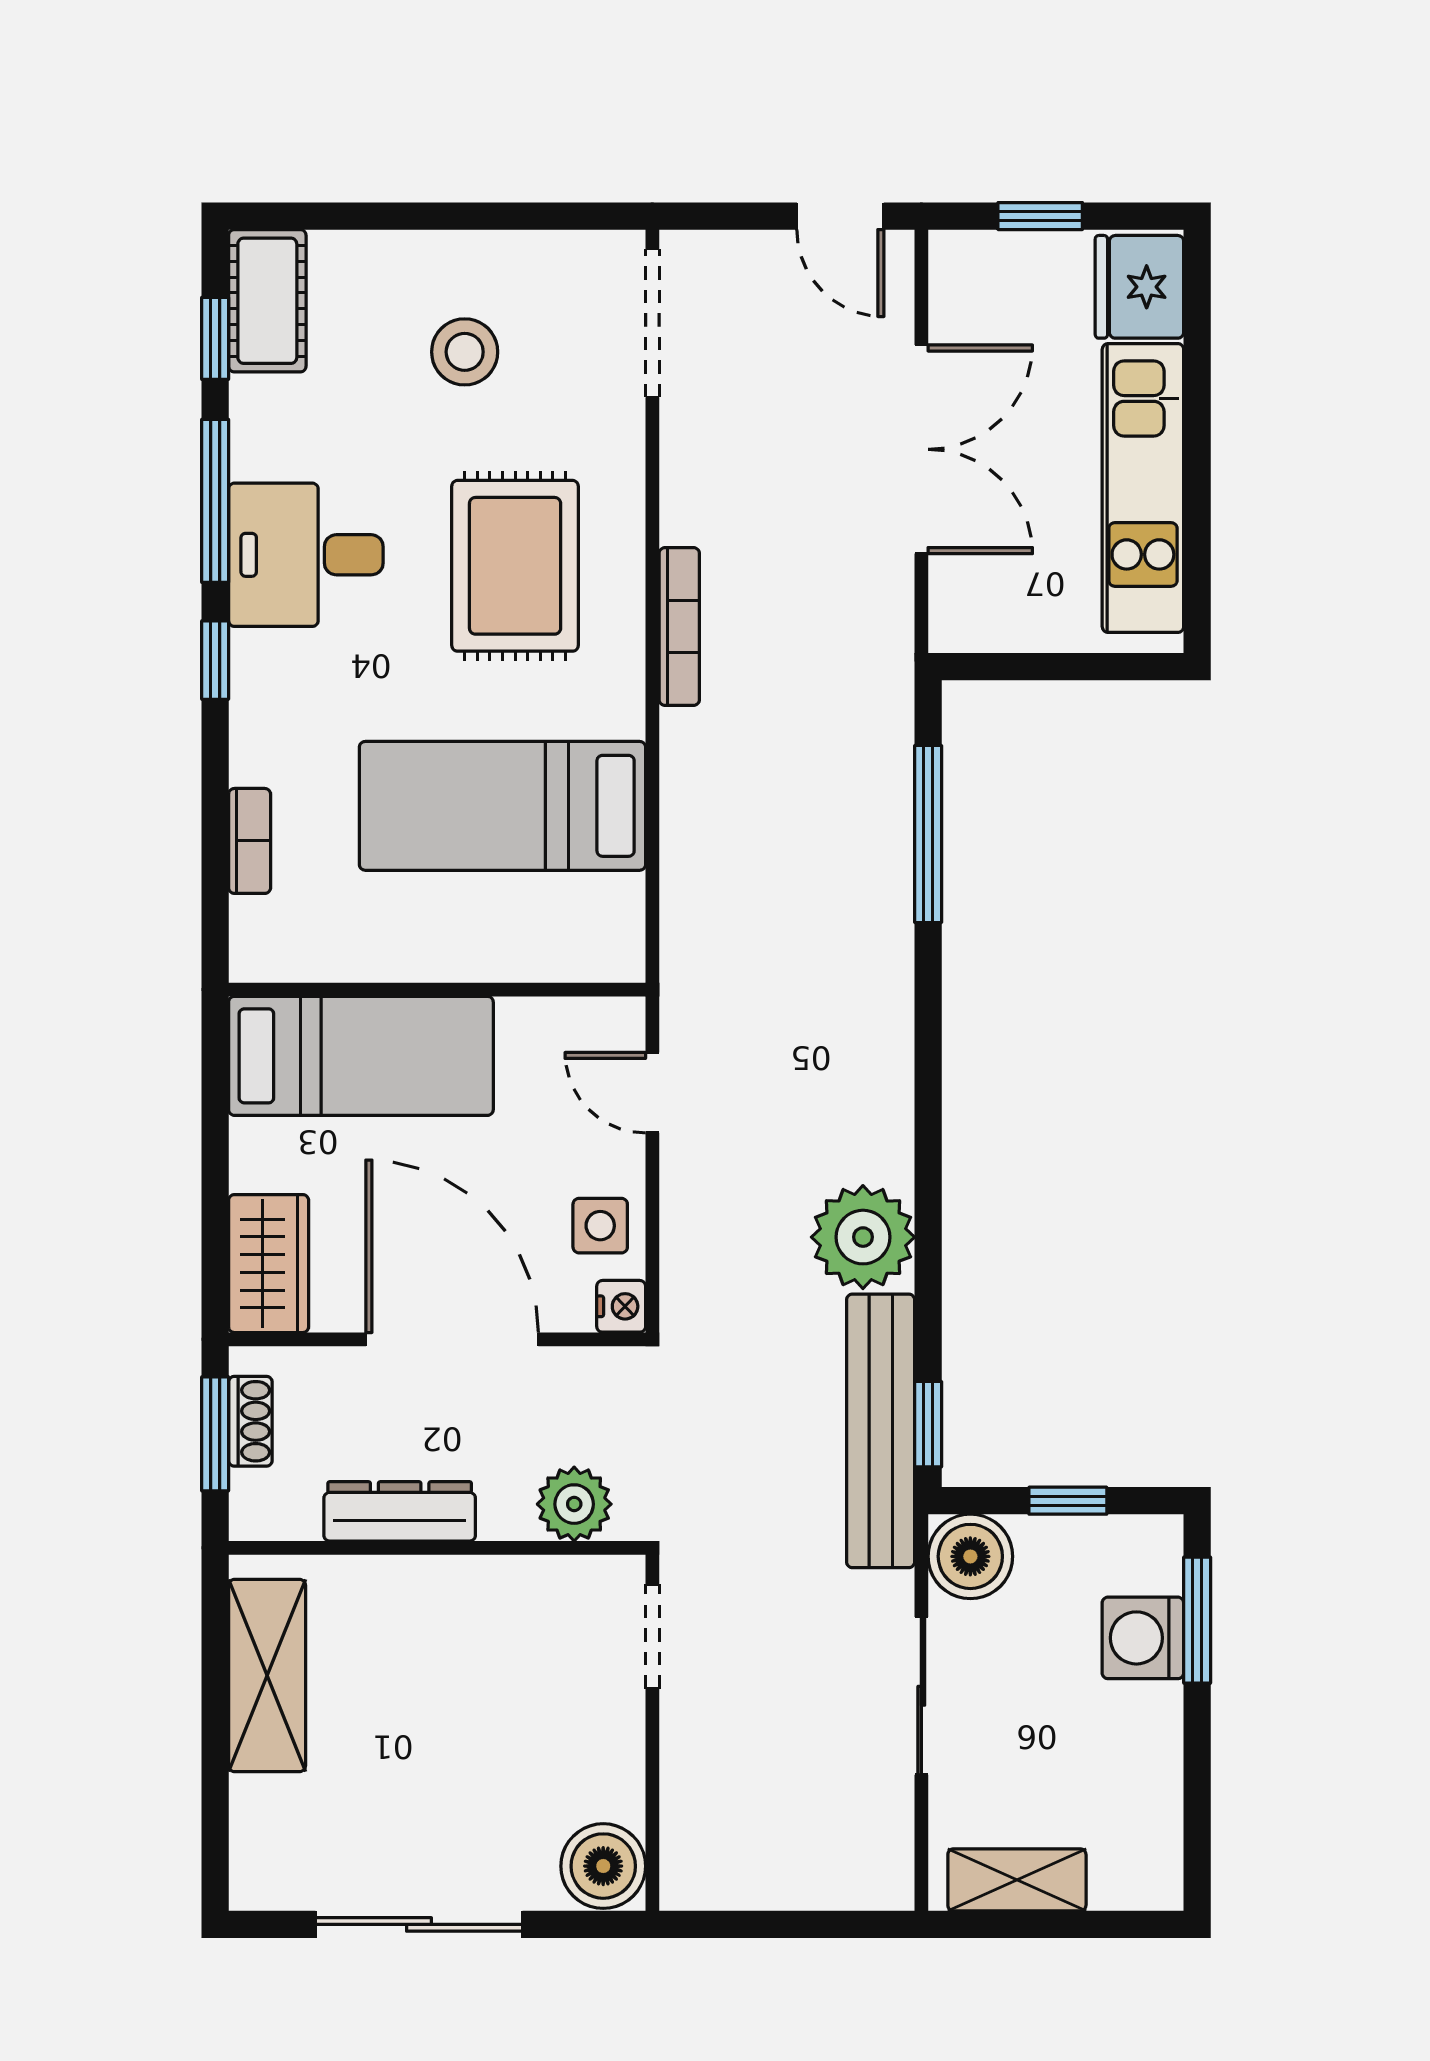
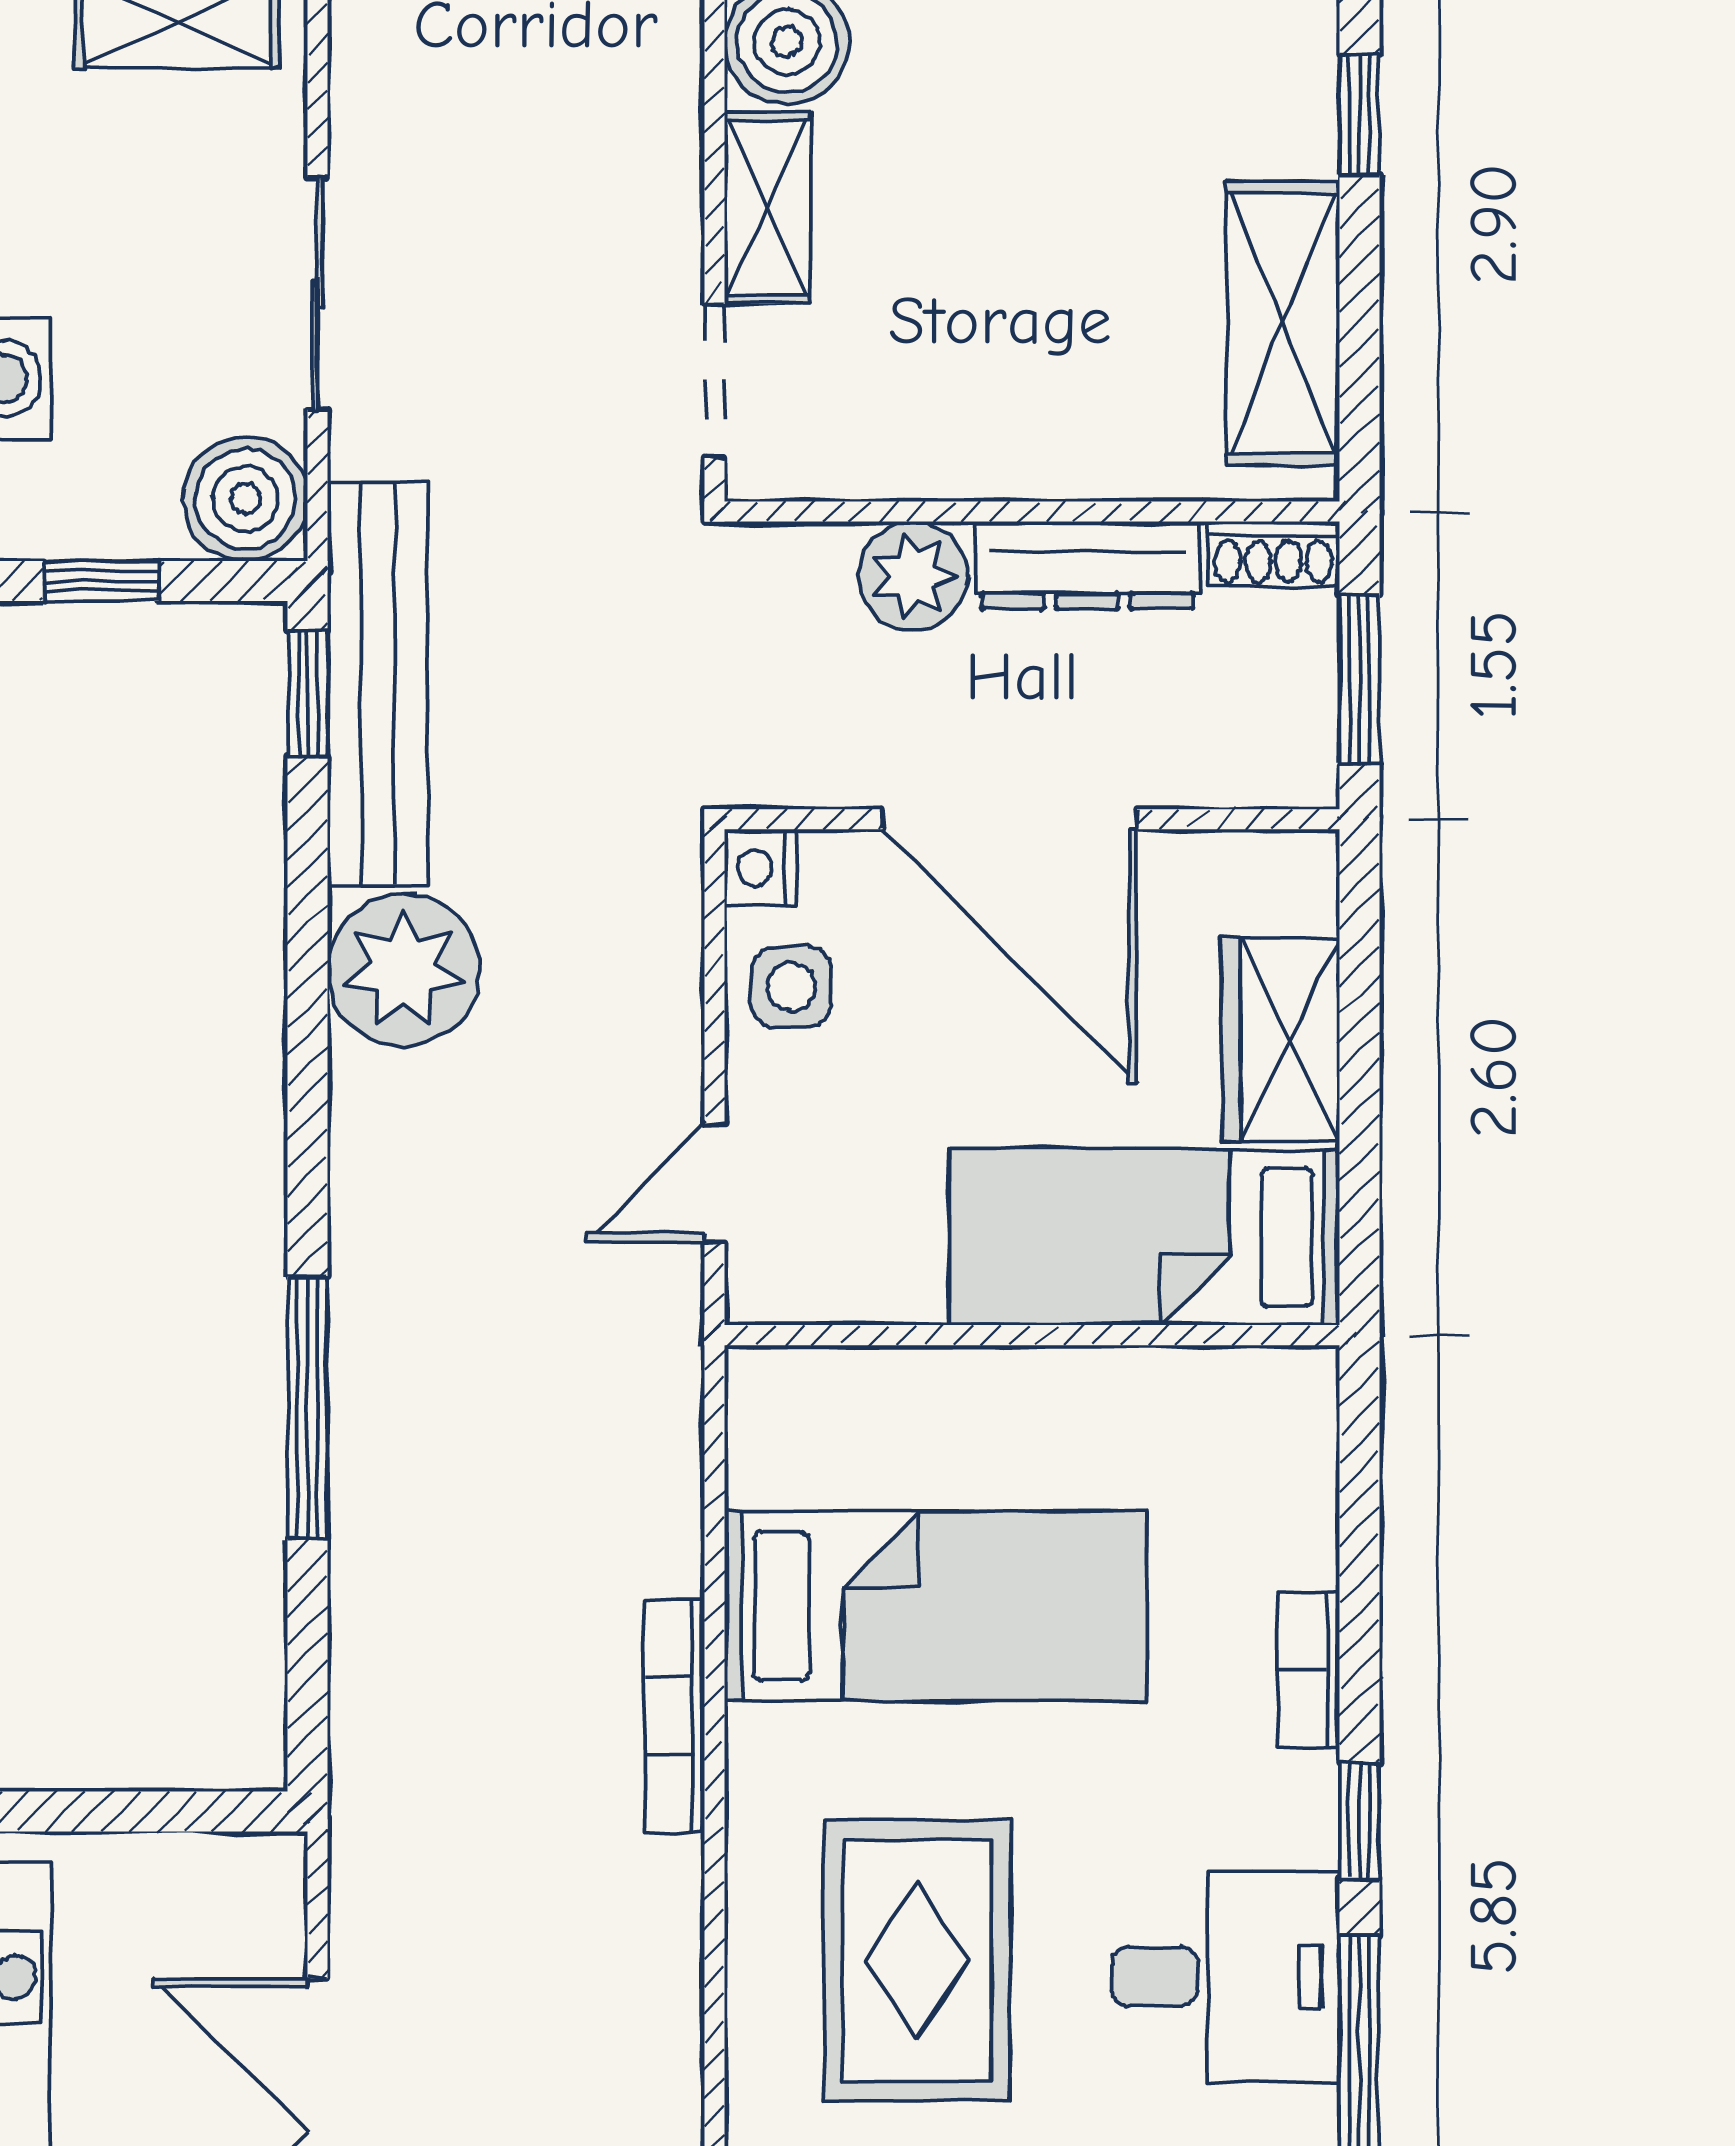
bookcase: (679, 627) -> (675, 1716), moved
window: (928, 834) -> (308, 1407), moved
bookcase: (250, 841) -> (1309, 1670), moved
door: (652, 1093) -> (714, 1183), swing flipped
wardrobe: (269, 1264) -> (1281, 1040), moved
shoe rack: (250, 1421) -> (1273, 554), moved, turned -90
plant: (574, 1504) -> (913, 576), moved
shelving: (616, 1754) -> (767, 208), added
window: (215, 1817) -> (1359, 115), added

